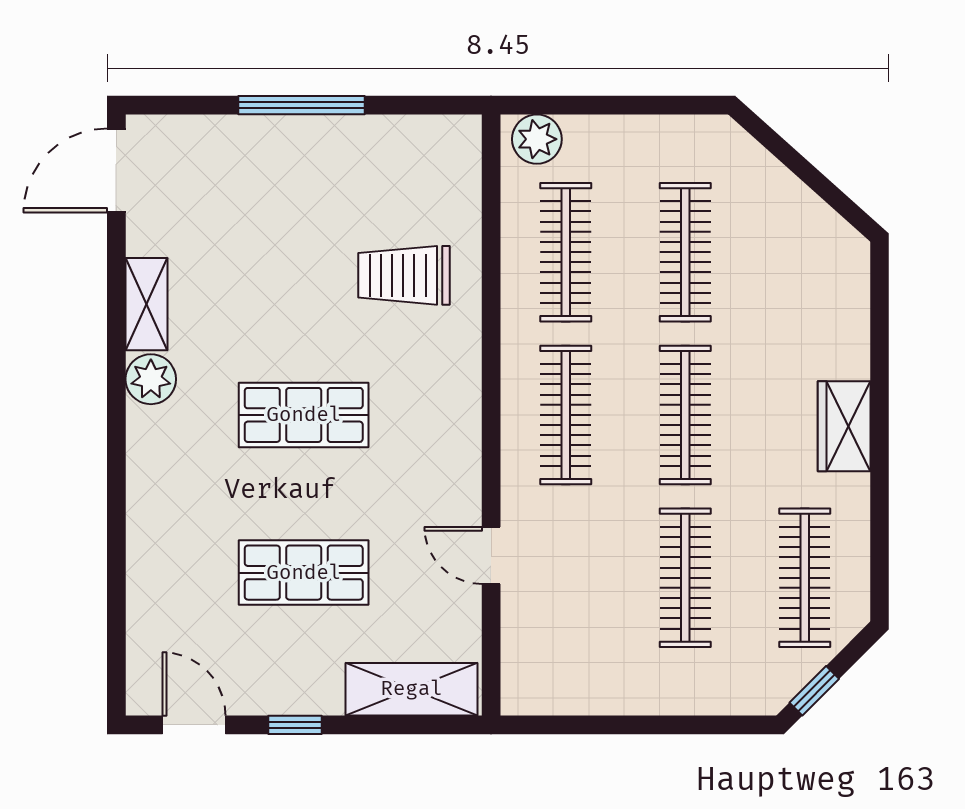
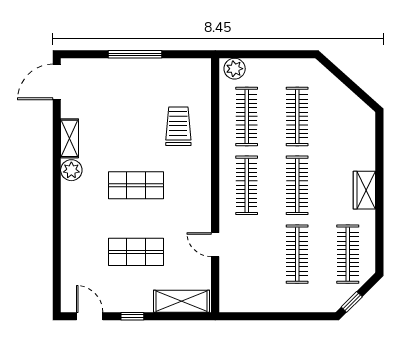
trolley: (404, 275) -> (178, 126), turned 90

